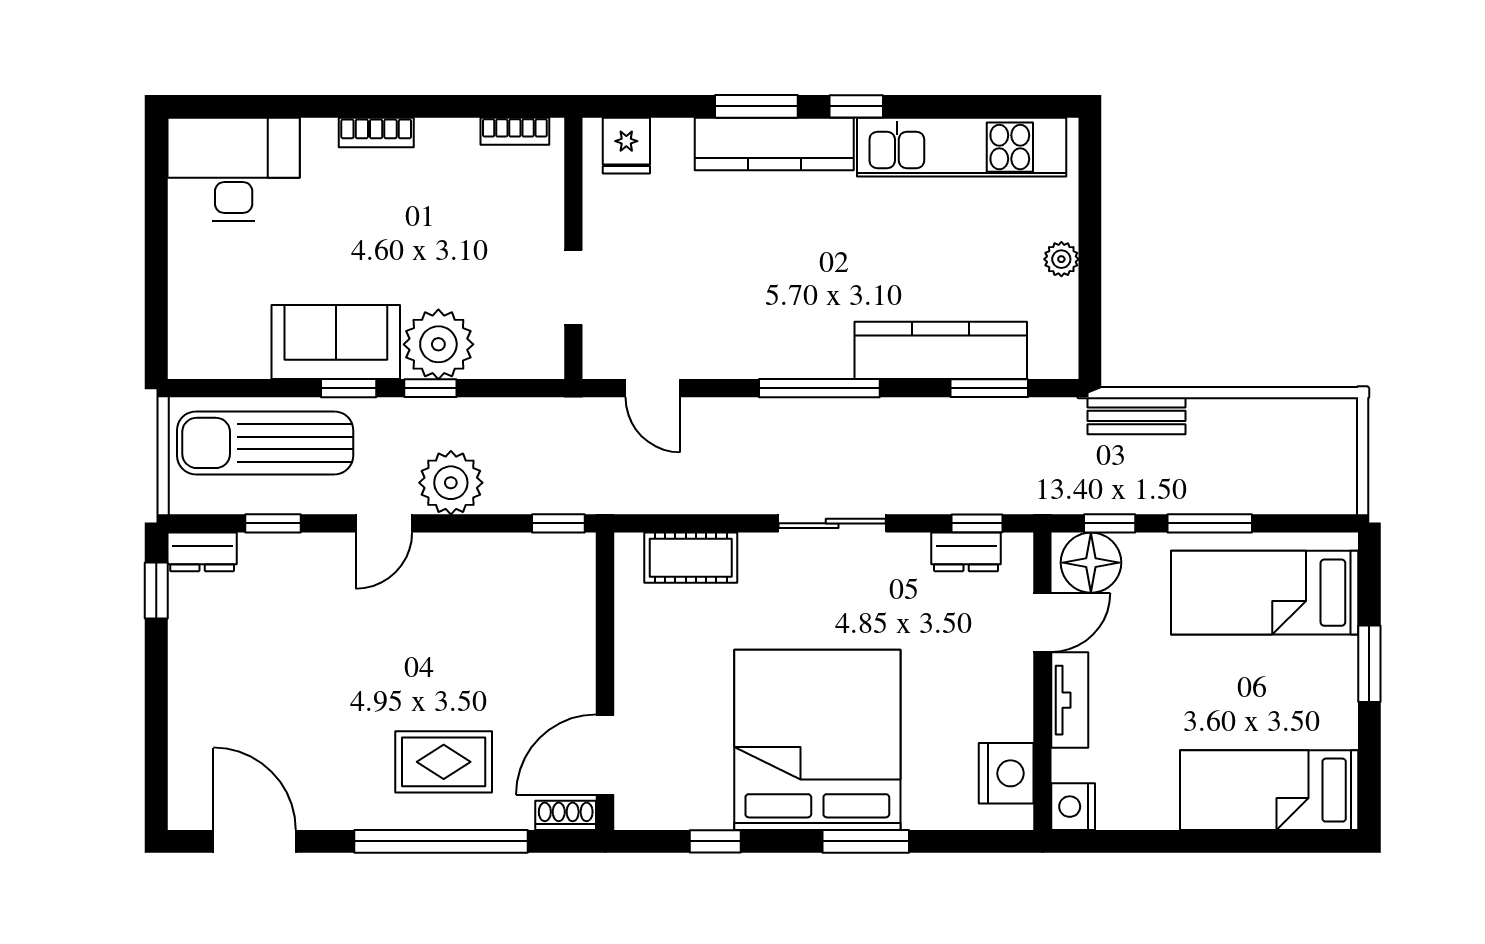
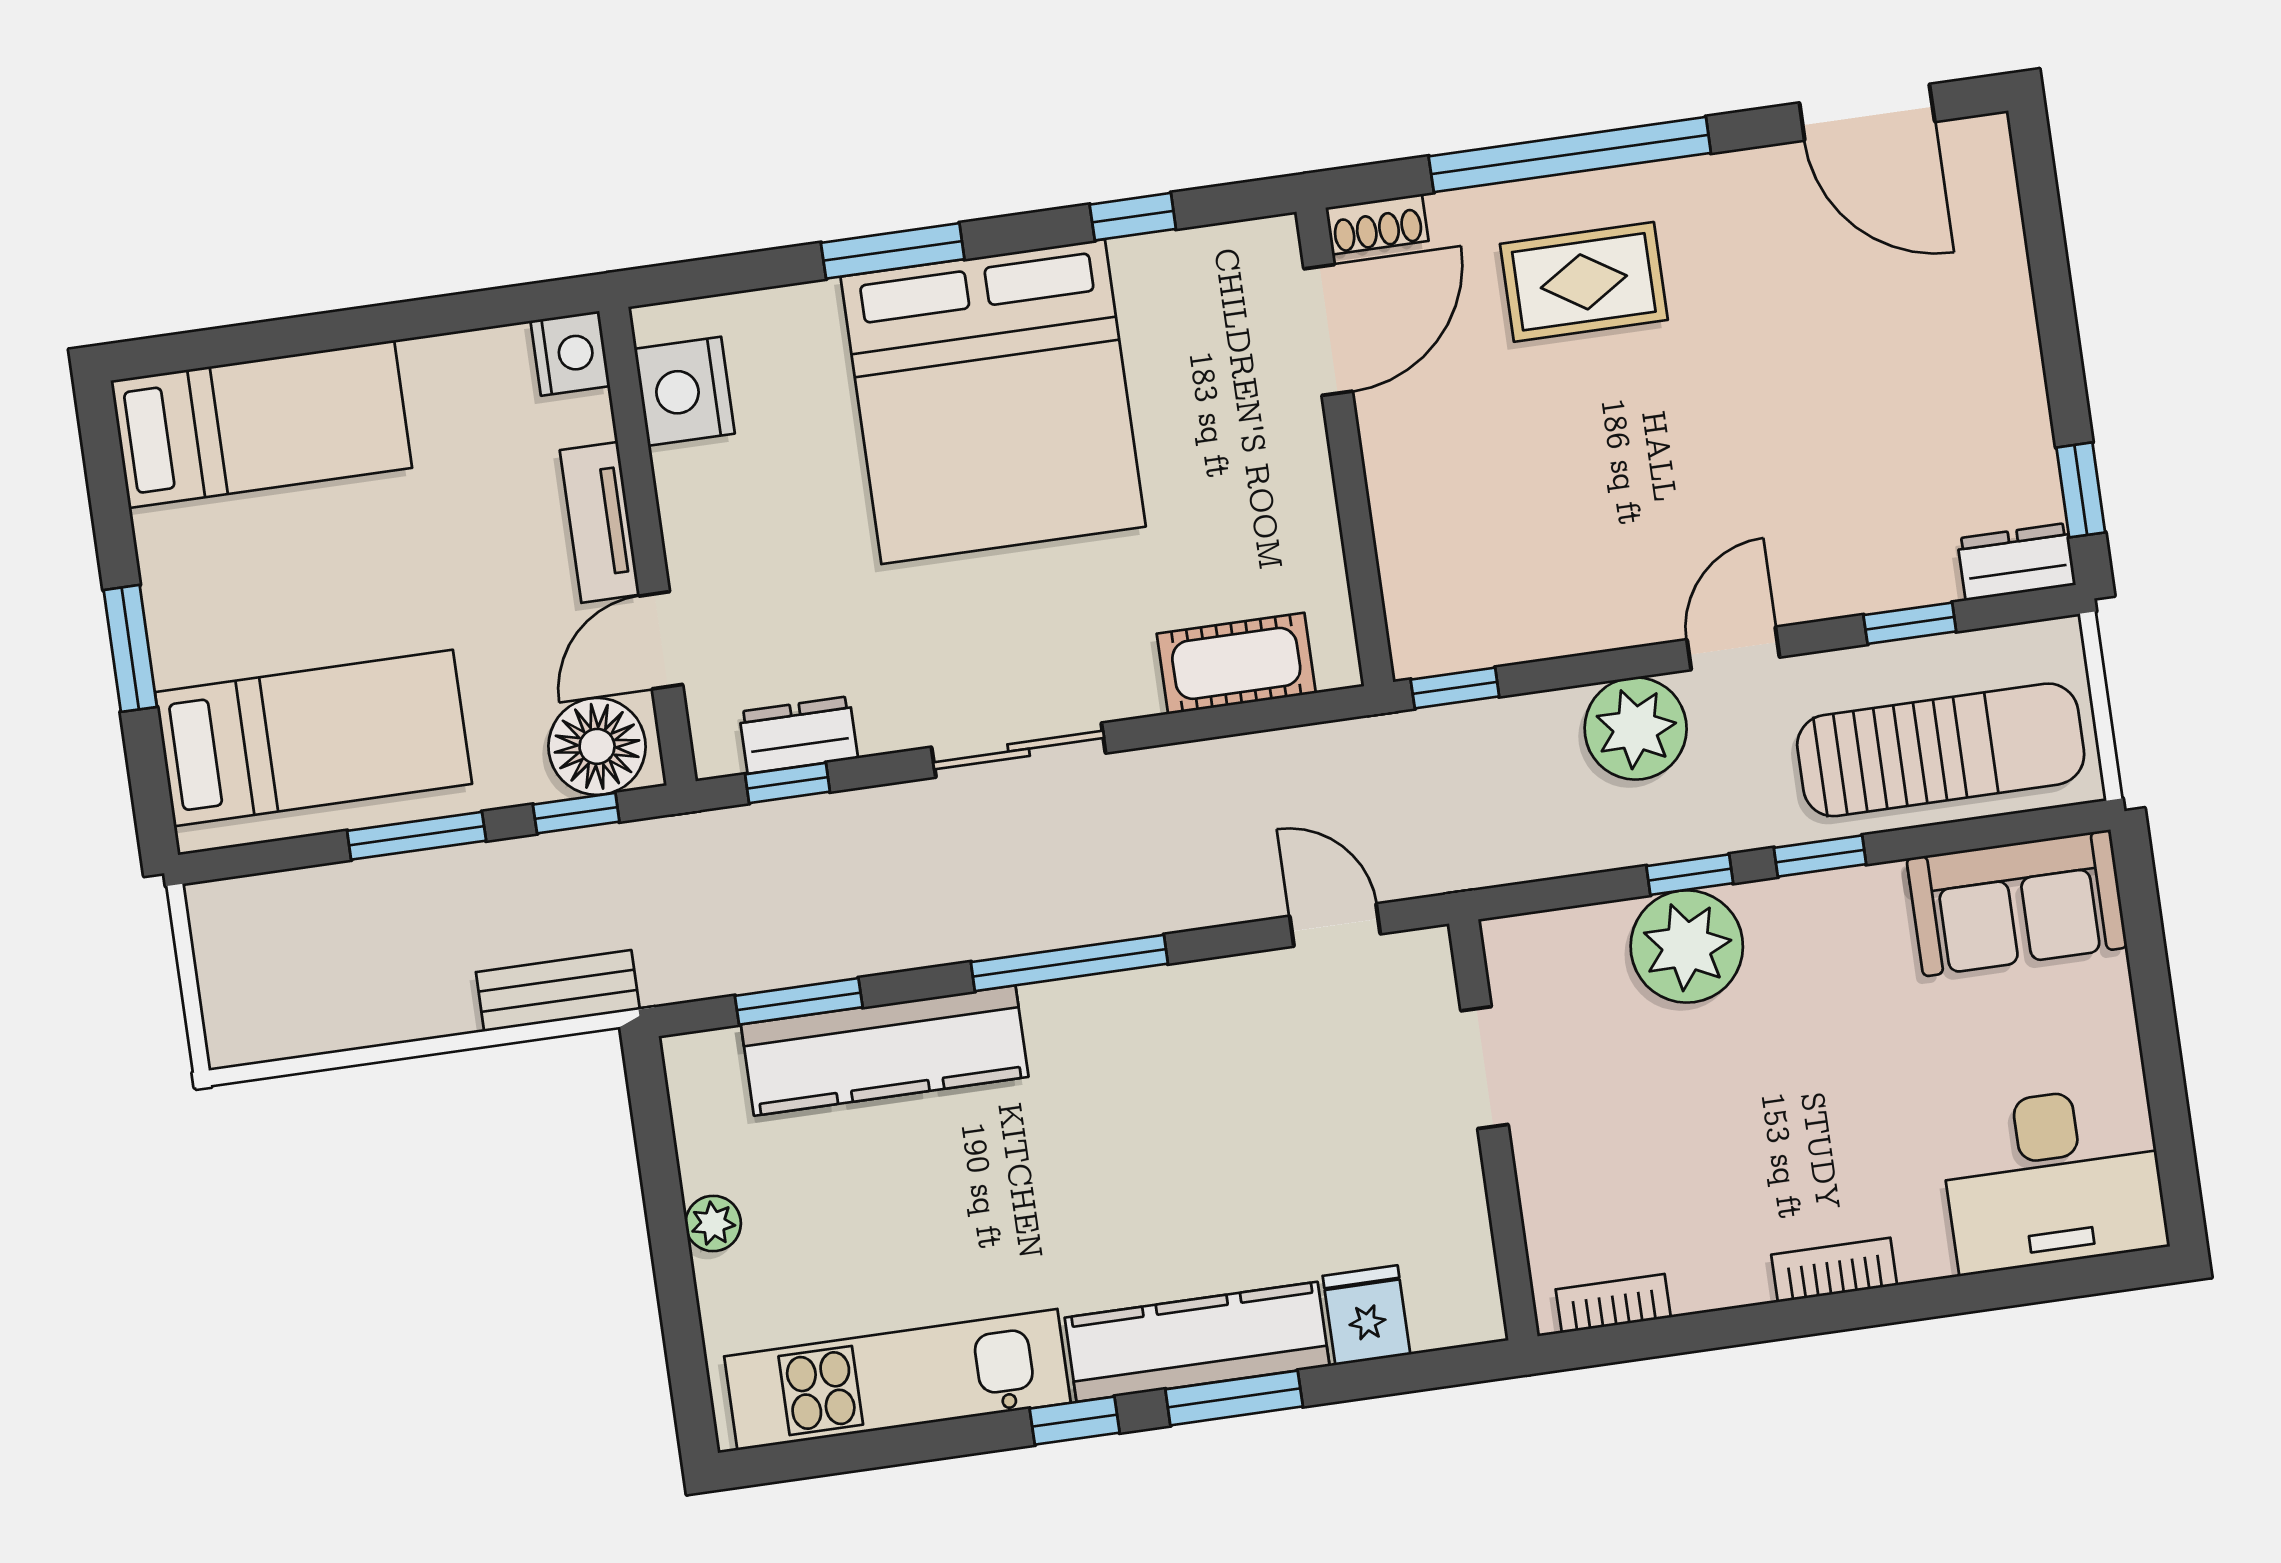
fridge: (626, 146) -> (1366, 1315), moved
sofa: (336, 342) -> (2017, 903), moved

